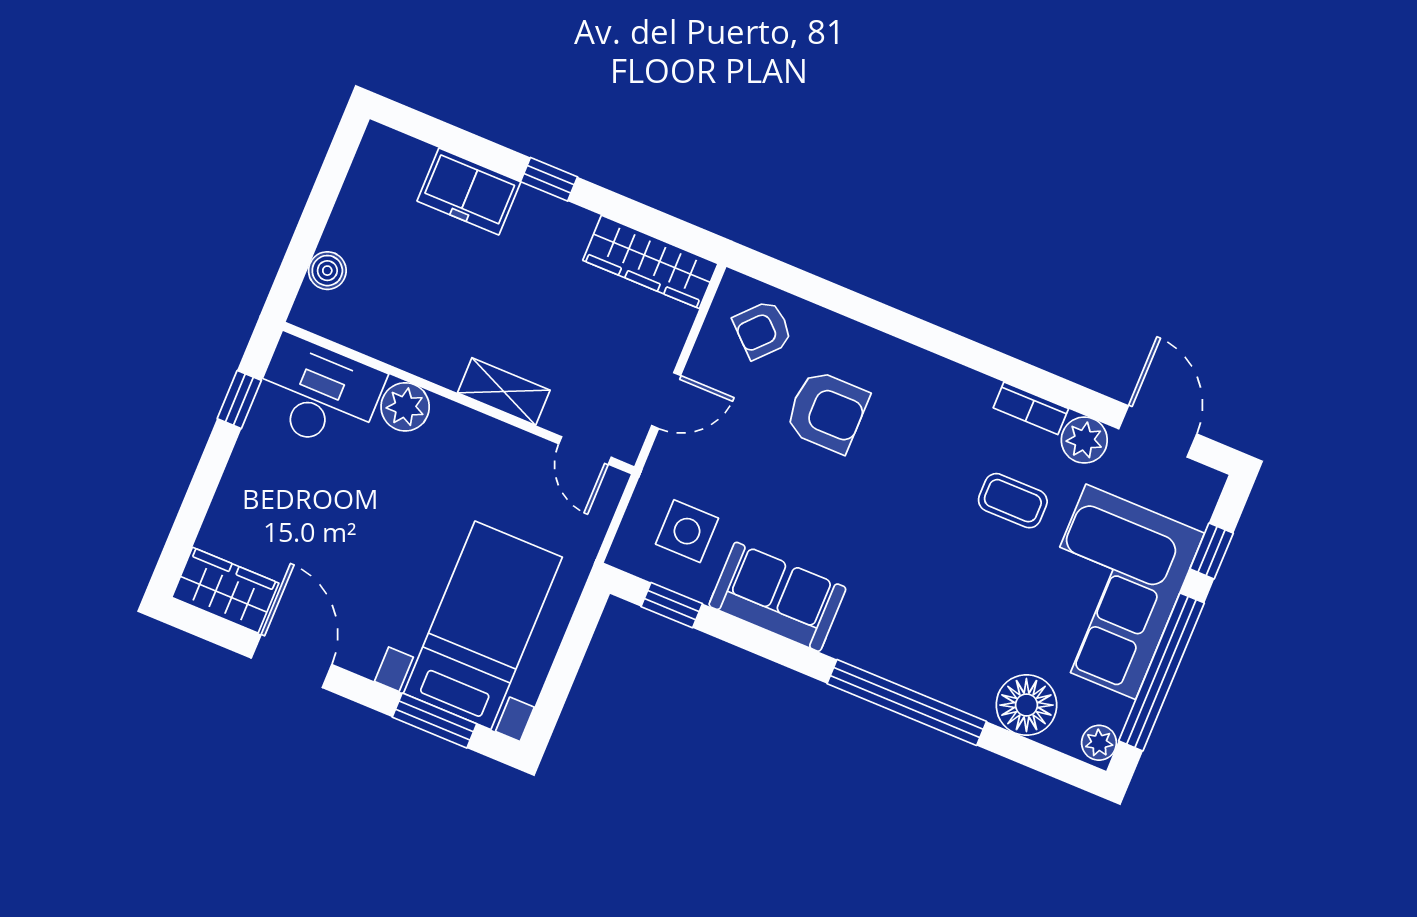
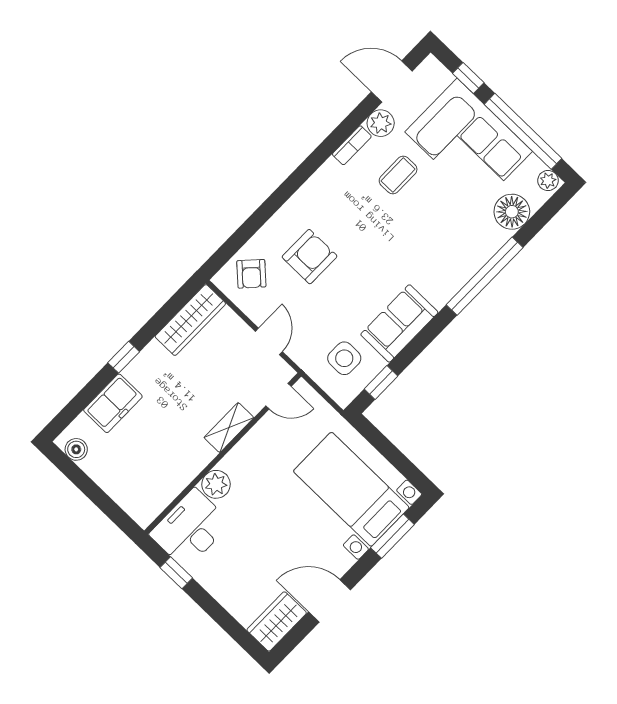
boiler: (327, 271) -> (76, 449), moved

